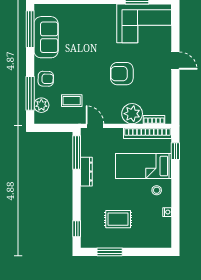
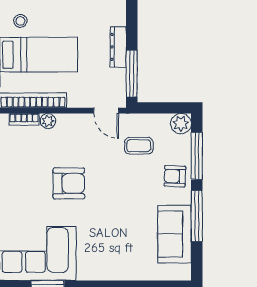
window: (30, 29) -> (197, 216), moved
plant: (41, 105) -> (181, 124), moved
plant: (132, 114) -> (48, 121), width x0.53, depth x0.53

